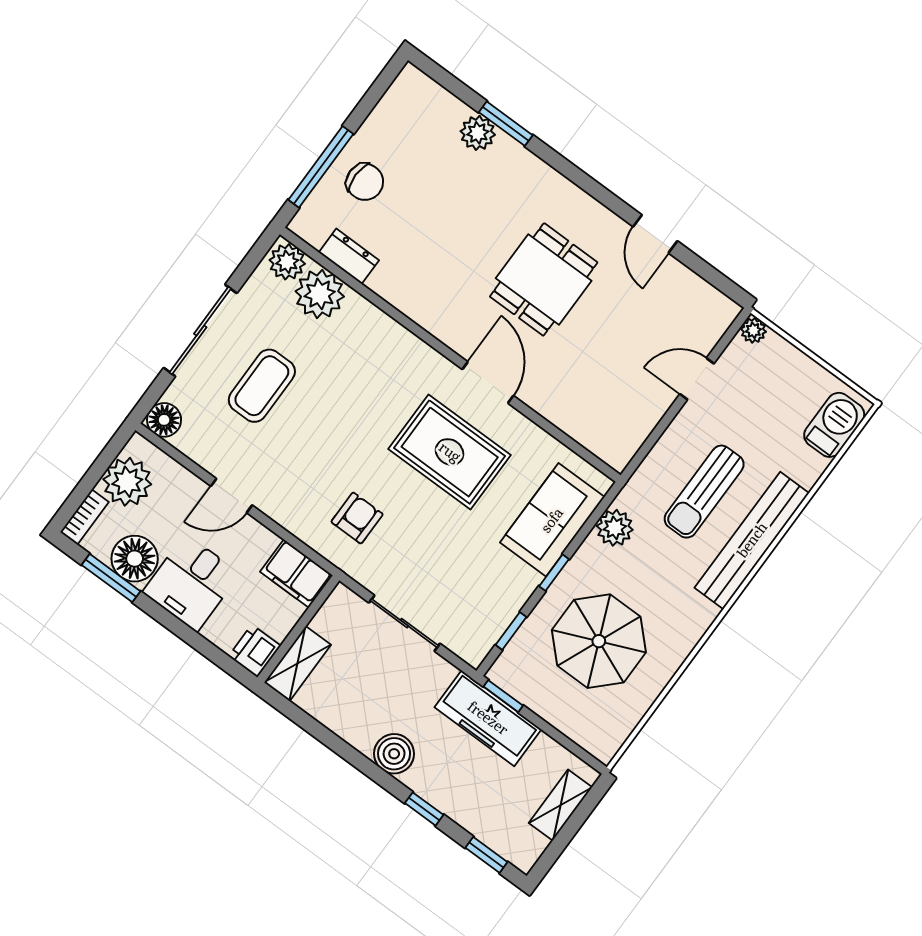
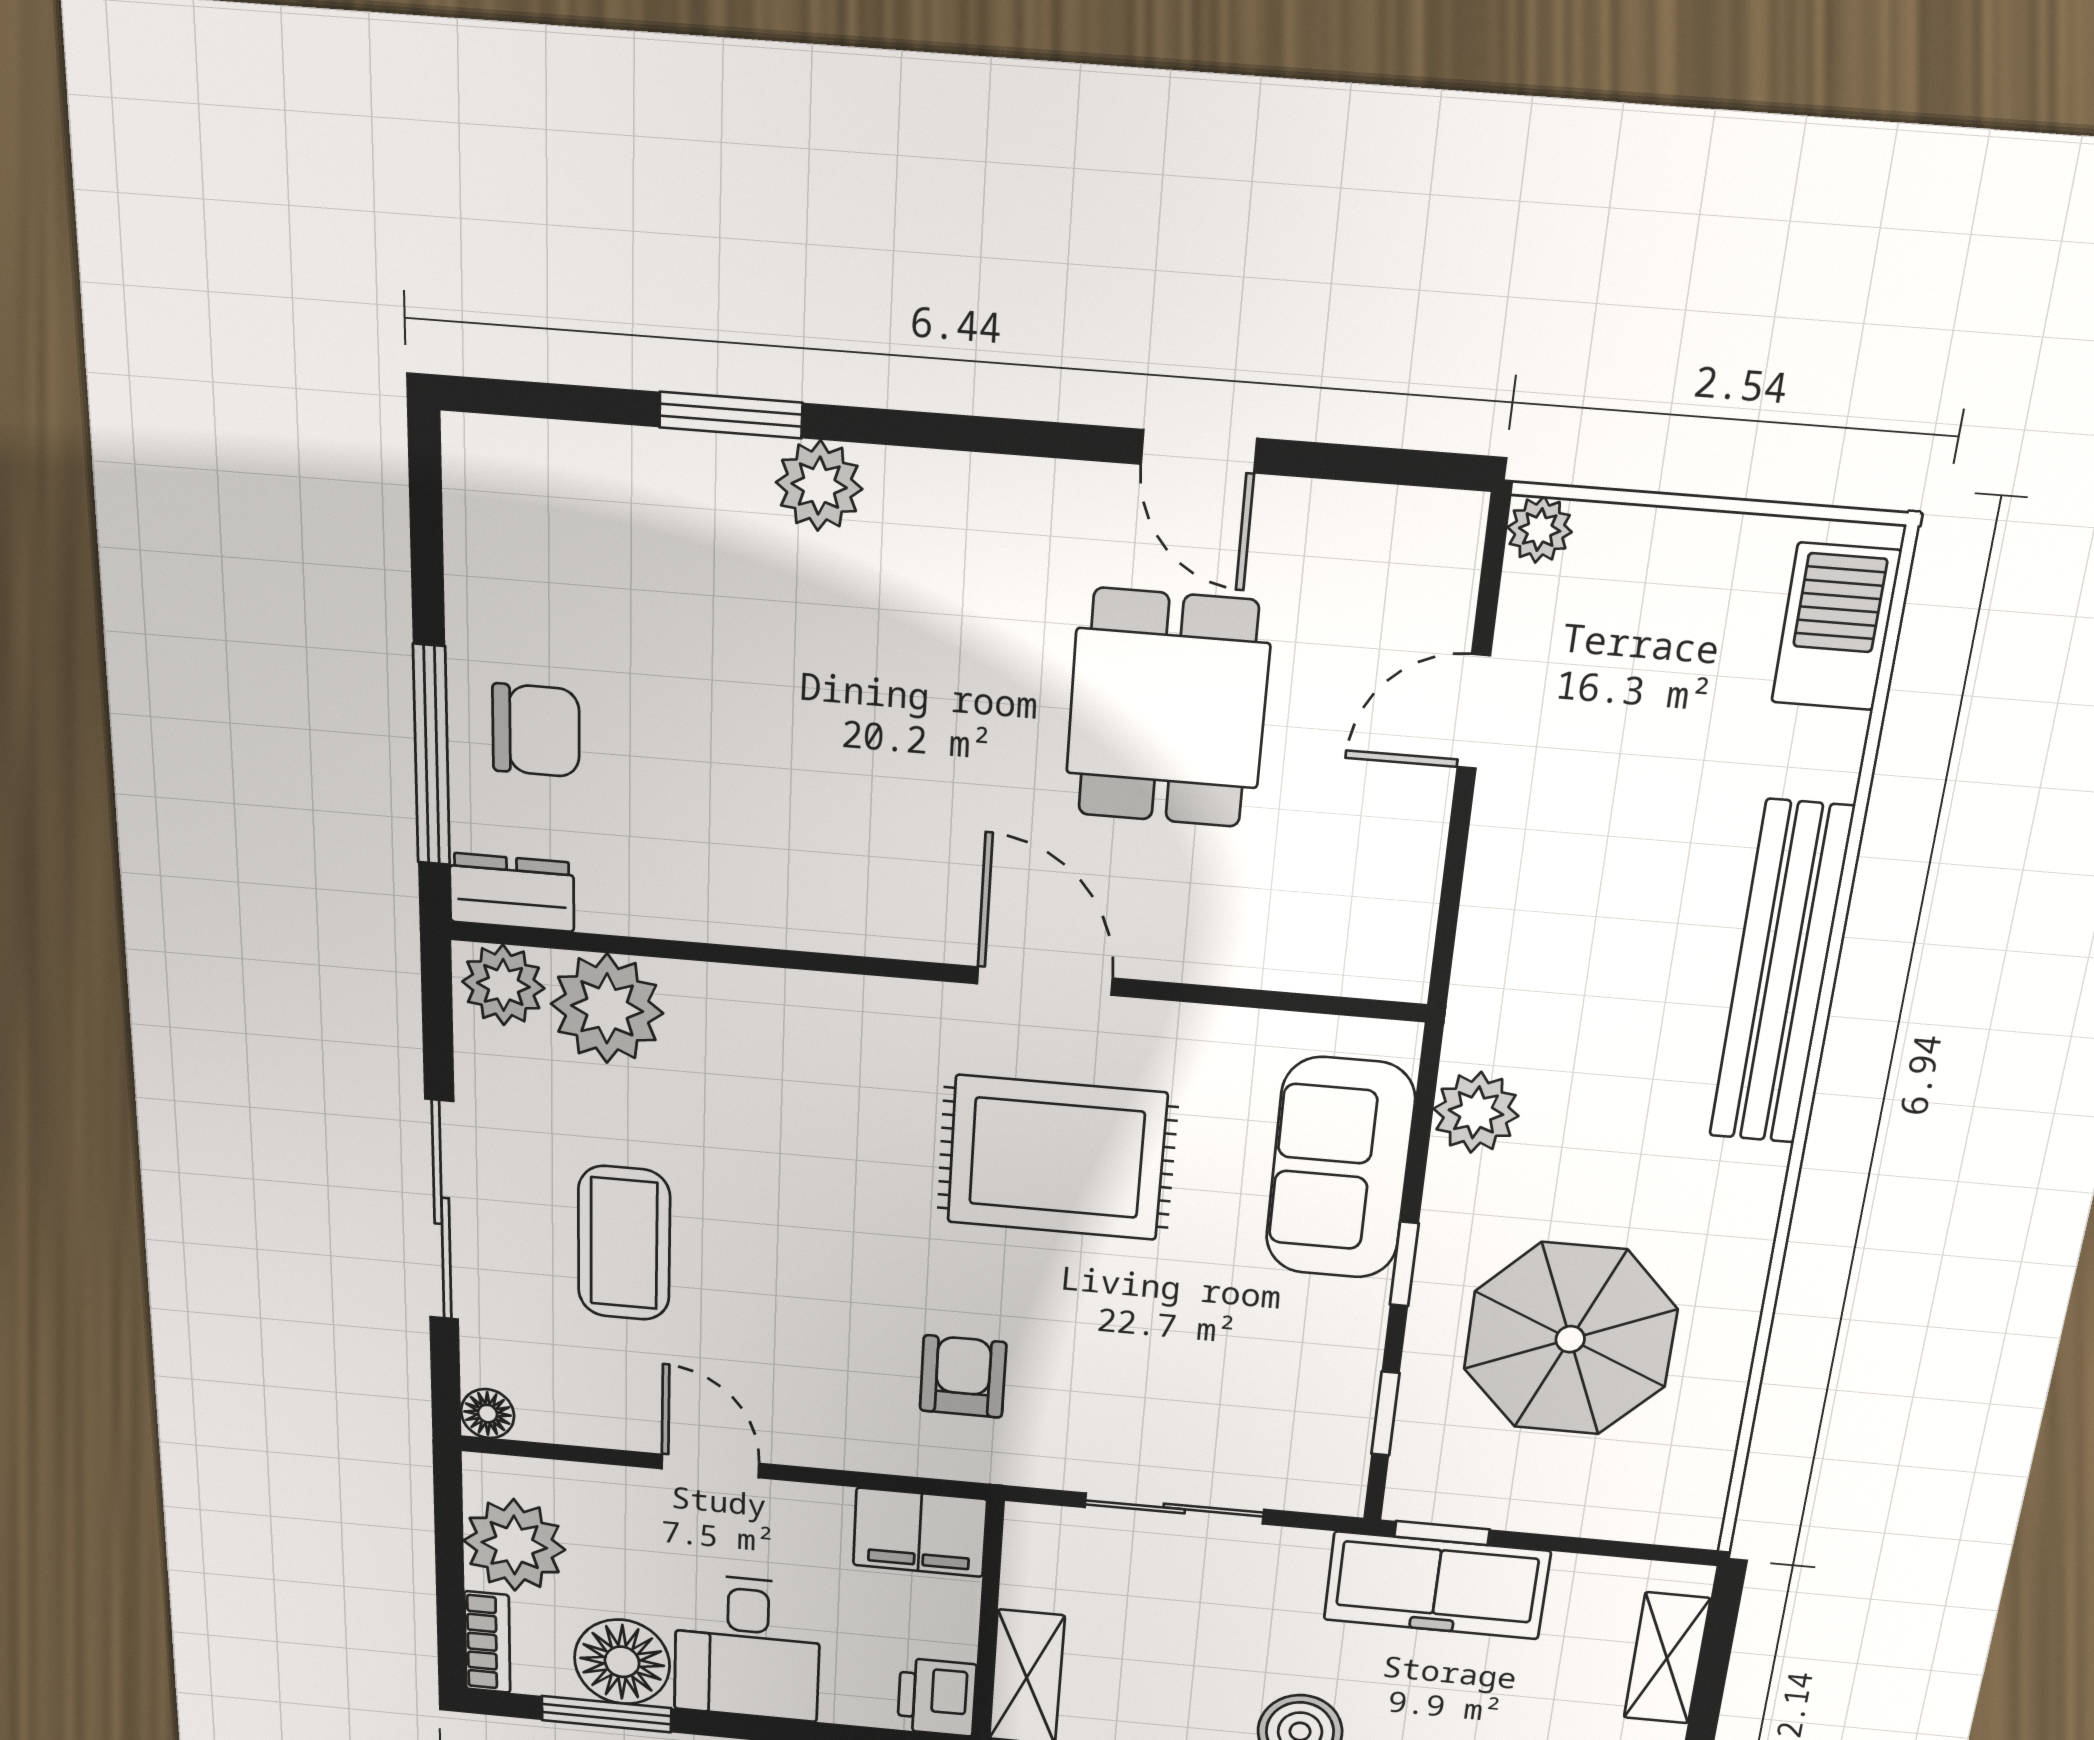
plant: (478, 133) -> (819, 486), moved
dresser: (349, 256) -> (512, 892), moved
dining table: (544, 279) -> (1168, 709), moved
floor lamp: (164, 420) -> (488, 1414), width x0.73, depth x0.73
sun lounger: (704, 492) -> (1622, 935), removed
door: (231, 496) -> (710, 1466), swing flipped

